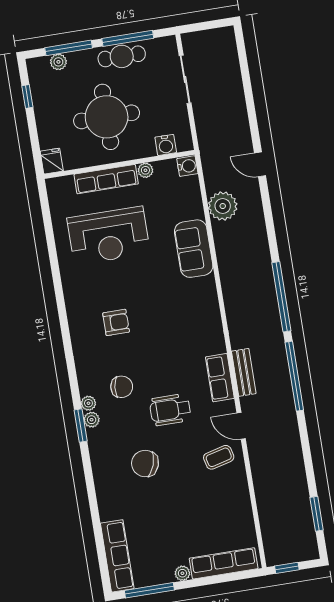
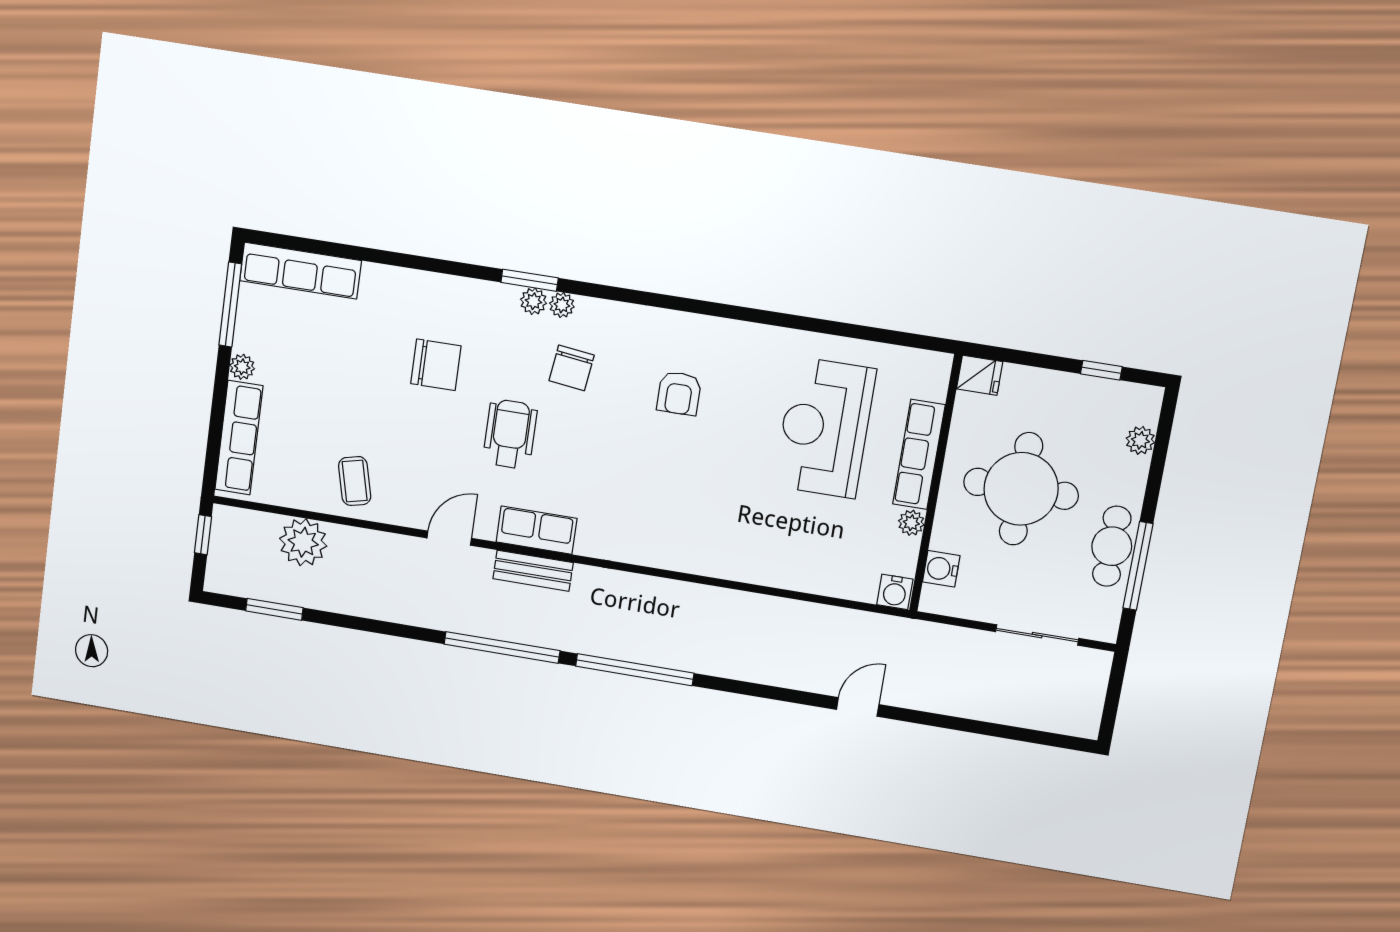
window: (69, 48) -> (1157, 465), removed
plant: (223, 206) -> (303, 542), moved
sofa: (194, 249) -> (758, 558), removed
coffee table: (219, 457) -> (355, 481), moved
chair: (145, 463) -> (436, 365), turned 71

